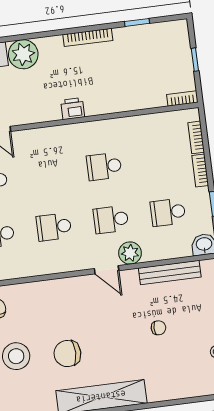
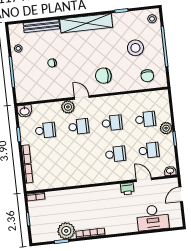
plant: (23, 54) -> (66, 231), moved
printer: (73, 109) -> (127, 189), moved
school desk: (104, 166) -> (116, 154), moved
bench: (170, 273) -> (41, 26), moved
chair: (67, 354) -> (103, 76), moved, turned 180

